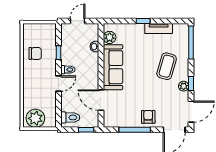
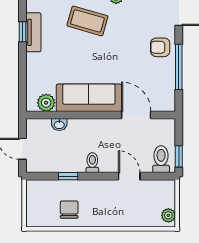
window: (143, 21) -> (22, 32), moved
door: (58, 84) -> (129, 176), moved
door: (101, 100) -> (136, 115), swing flipped
plant: (35, 118) -> (168, 215), width x0.53, depth x0.53
window: (86, 130) -> (179, 156), moved

